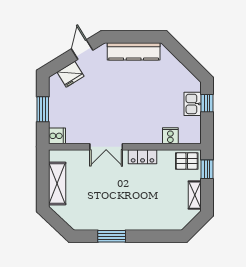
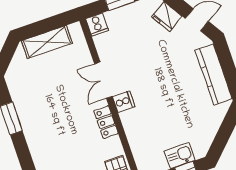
cooker: (170, 136) -> (124, 102), moved

